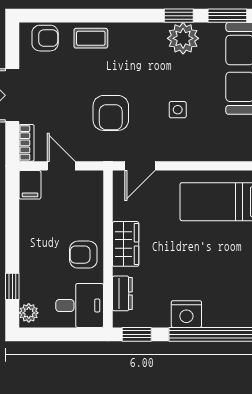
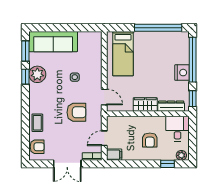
armchair: (45, 38) -> (37, 147), turned 90
armchair: (83, 255) -> (150, 140), moved
dresser: (122, 293) -> (171, 106), width x1.44

